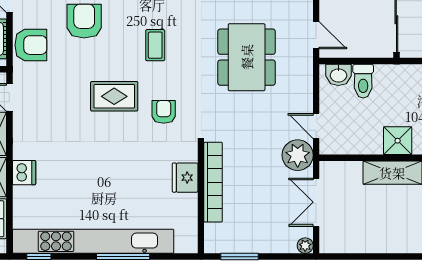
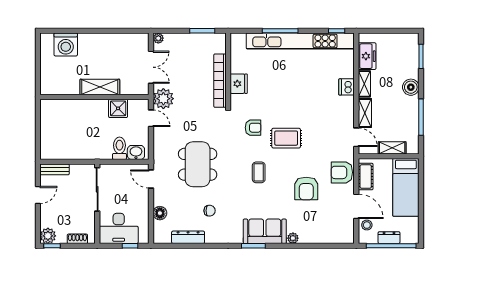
armchair: (164, 112) -> (253, 128), turned -90
shower: (398, 141) -> (118, 108), moved

